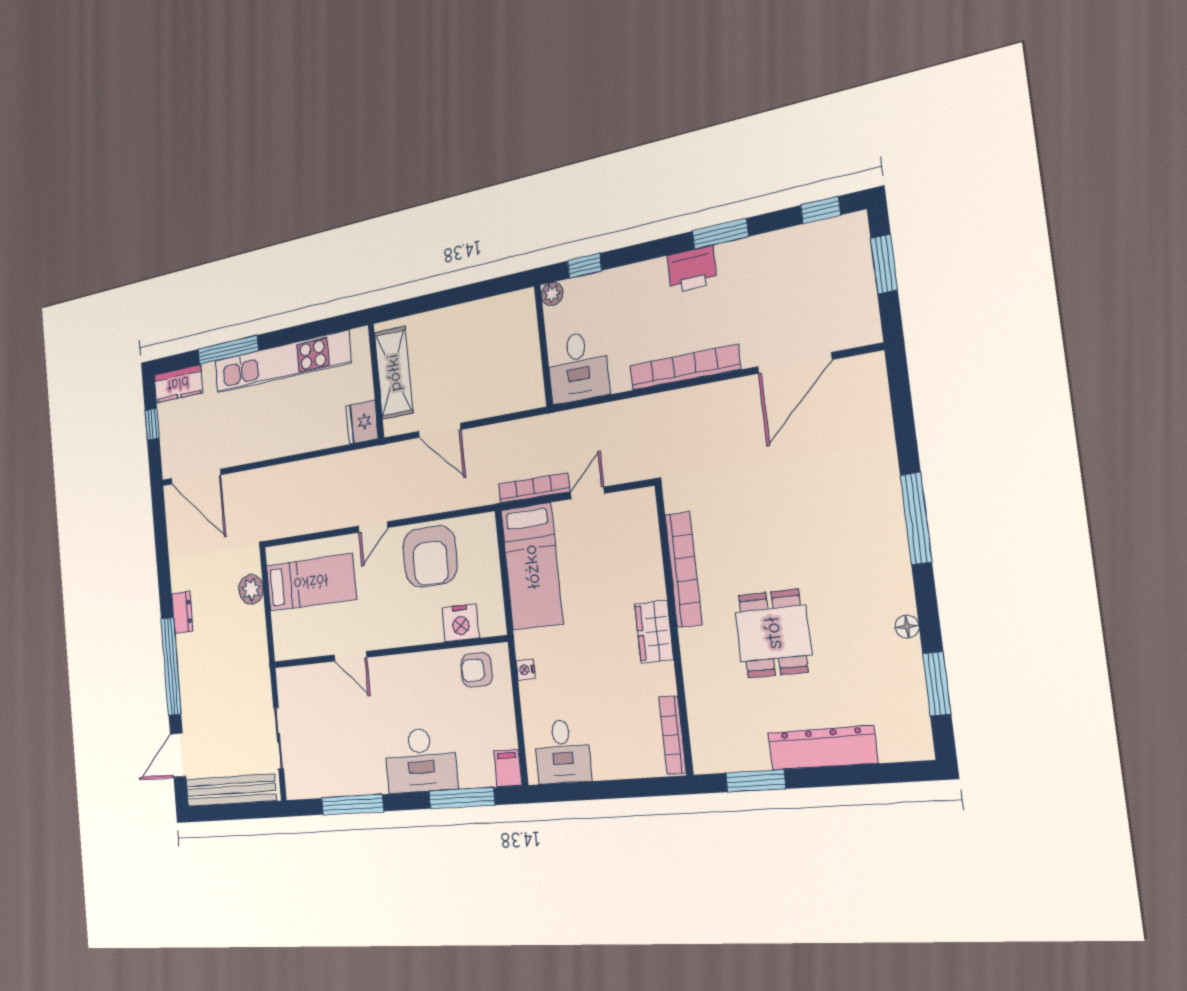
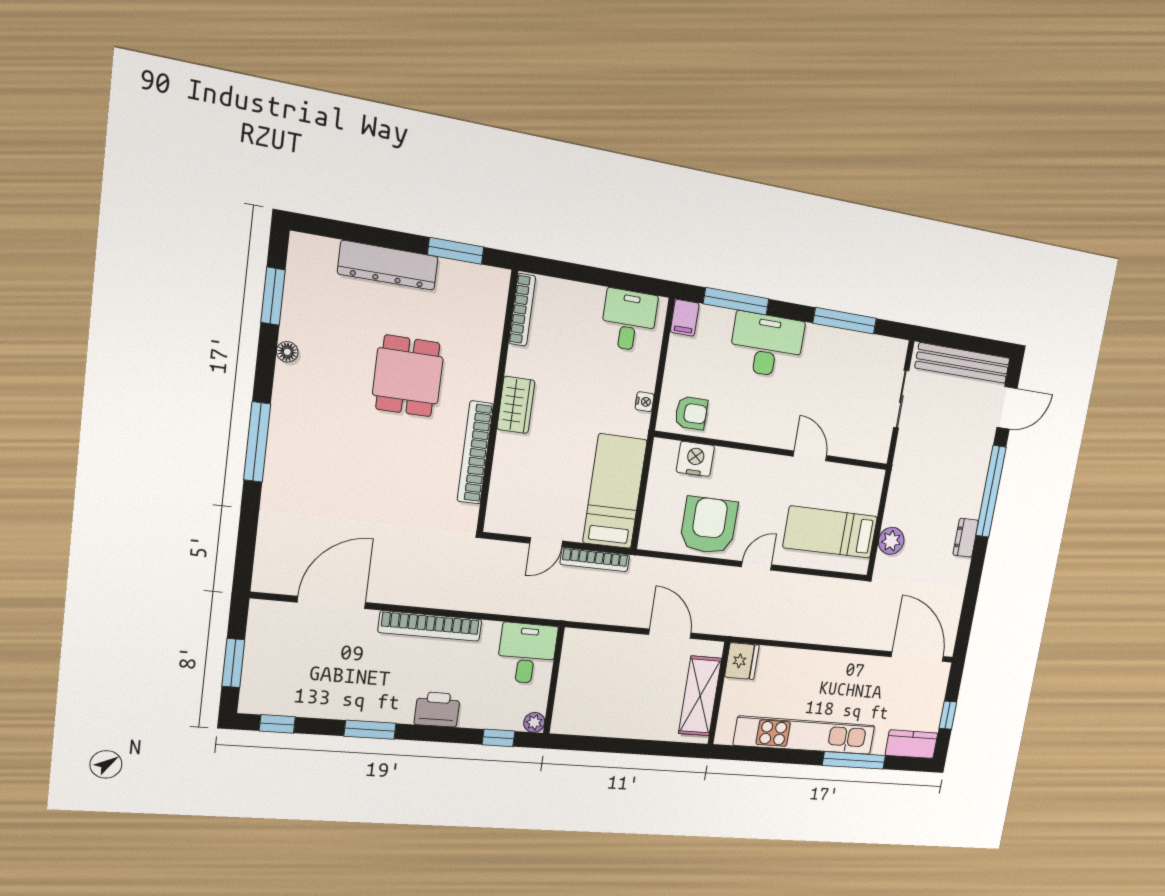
printer: (692, 269) -> (437, 709), moved

